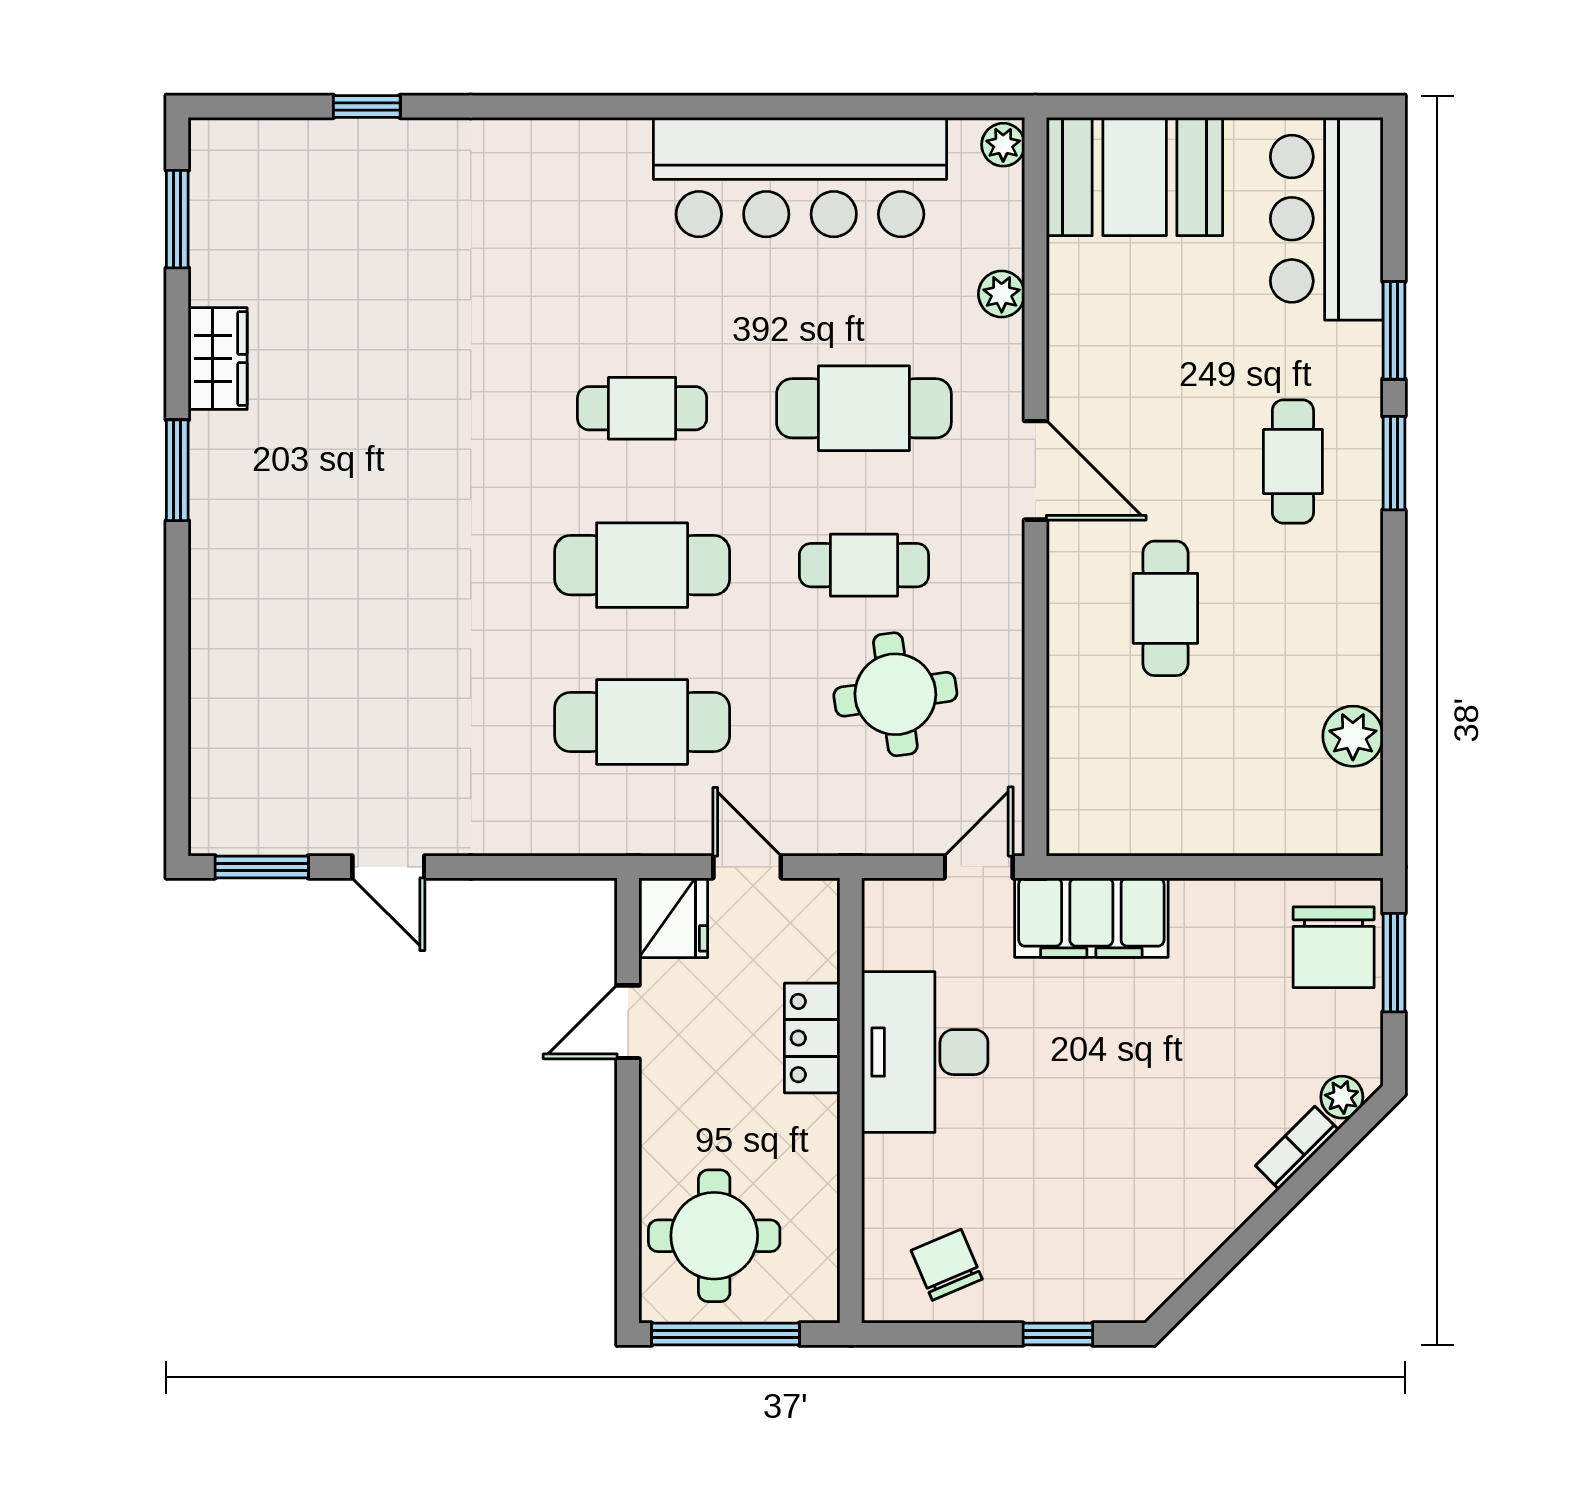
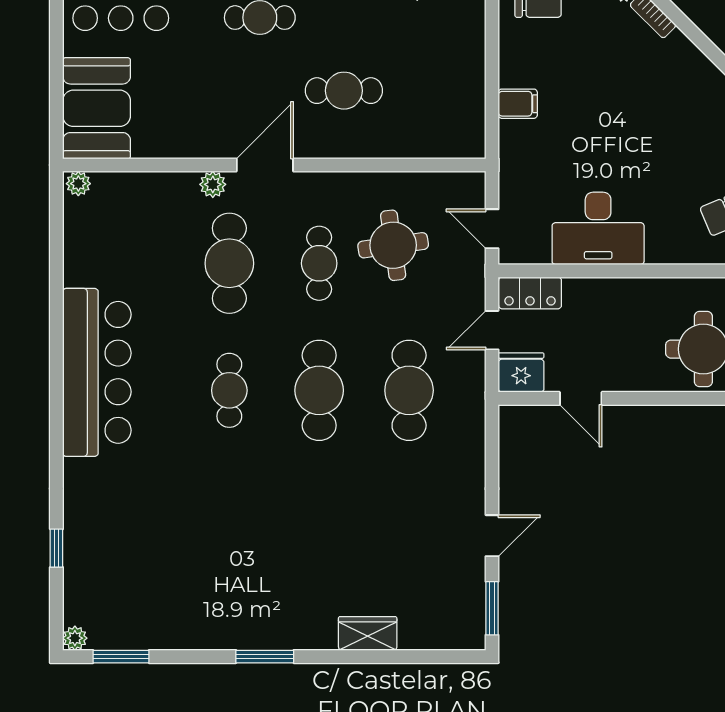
plant: (209, 139) -> (75, 638), added
bar counter: (800, 177) -> (97, 372), moved
plant: (1002, 294) -> (213, 184), moved
wardrobe: (218, 359) -> (368, 633), moved
door: (979, 867) -> (492, 229), moved
filing cabinet: (1091, 918) -> (518, 104), width x0.33, depth x0.86
locker: (812, 1038) -> (530, 293), moved

